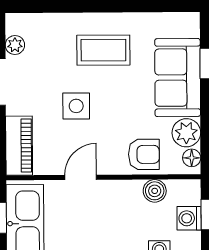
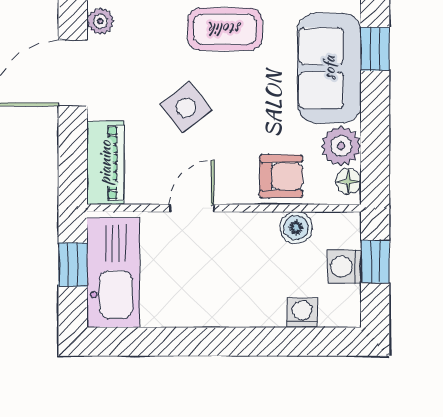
side table: (76, 106) -> (186, 107), turned -38

